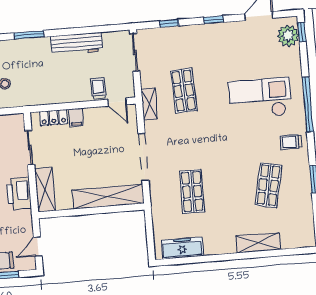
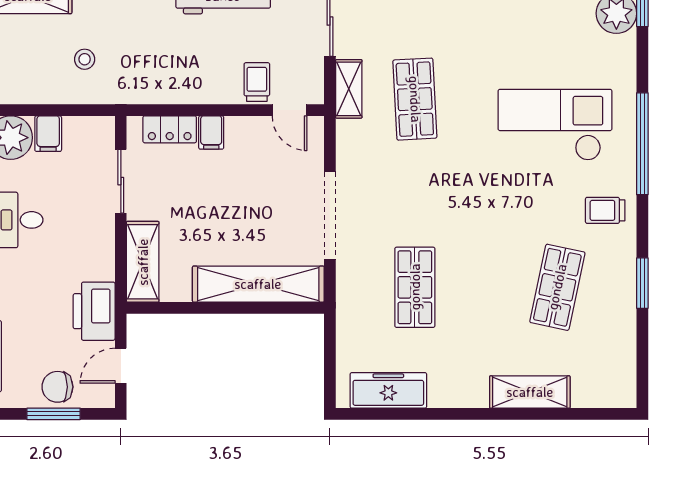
shelving: (149, 104) -> (349, 89), moved
printer: (19, 194) -> (94, 311), moved

